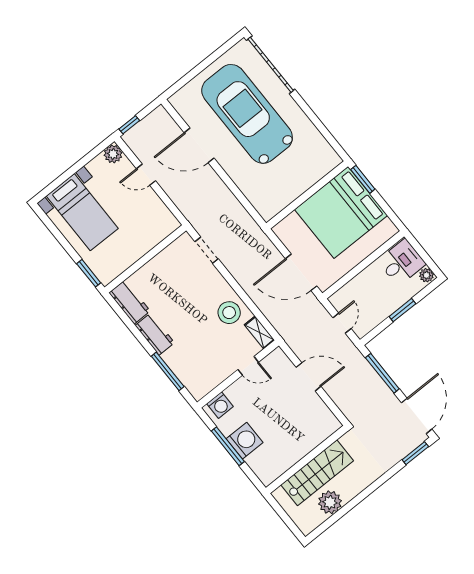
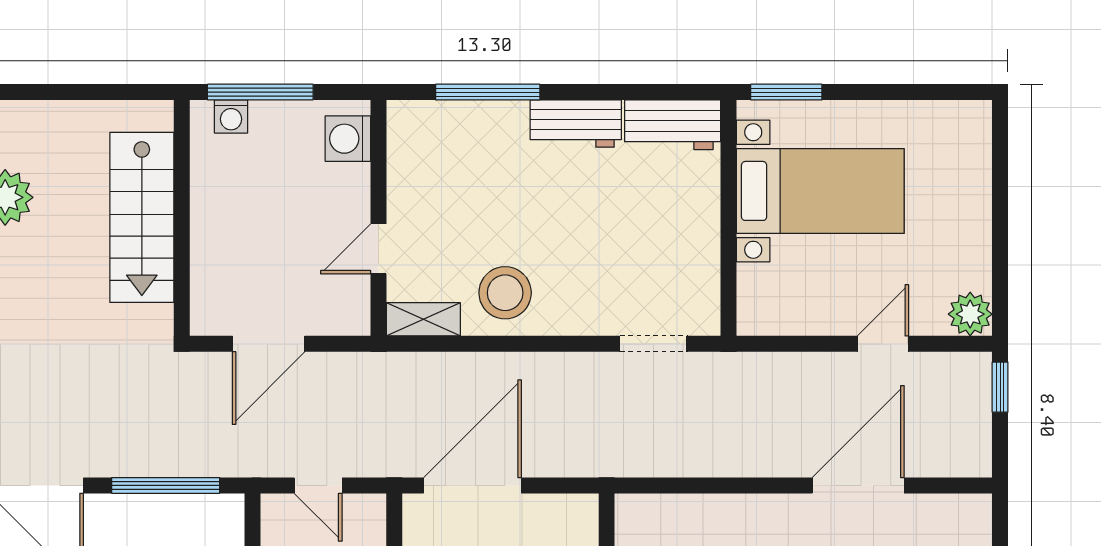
bed with nightstands: (82, 212) -> (820, 191), moved, turned 180
washing machine: (245, 441) -> (231, 117), width x0.53, depth x0.53
wall: (307, 459) -> (182, 218), moved
stairs: (317, 473) -> (142, 217), moved

